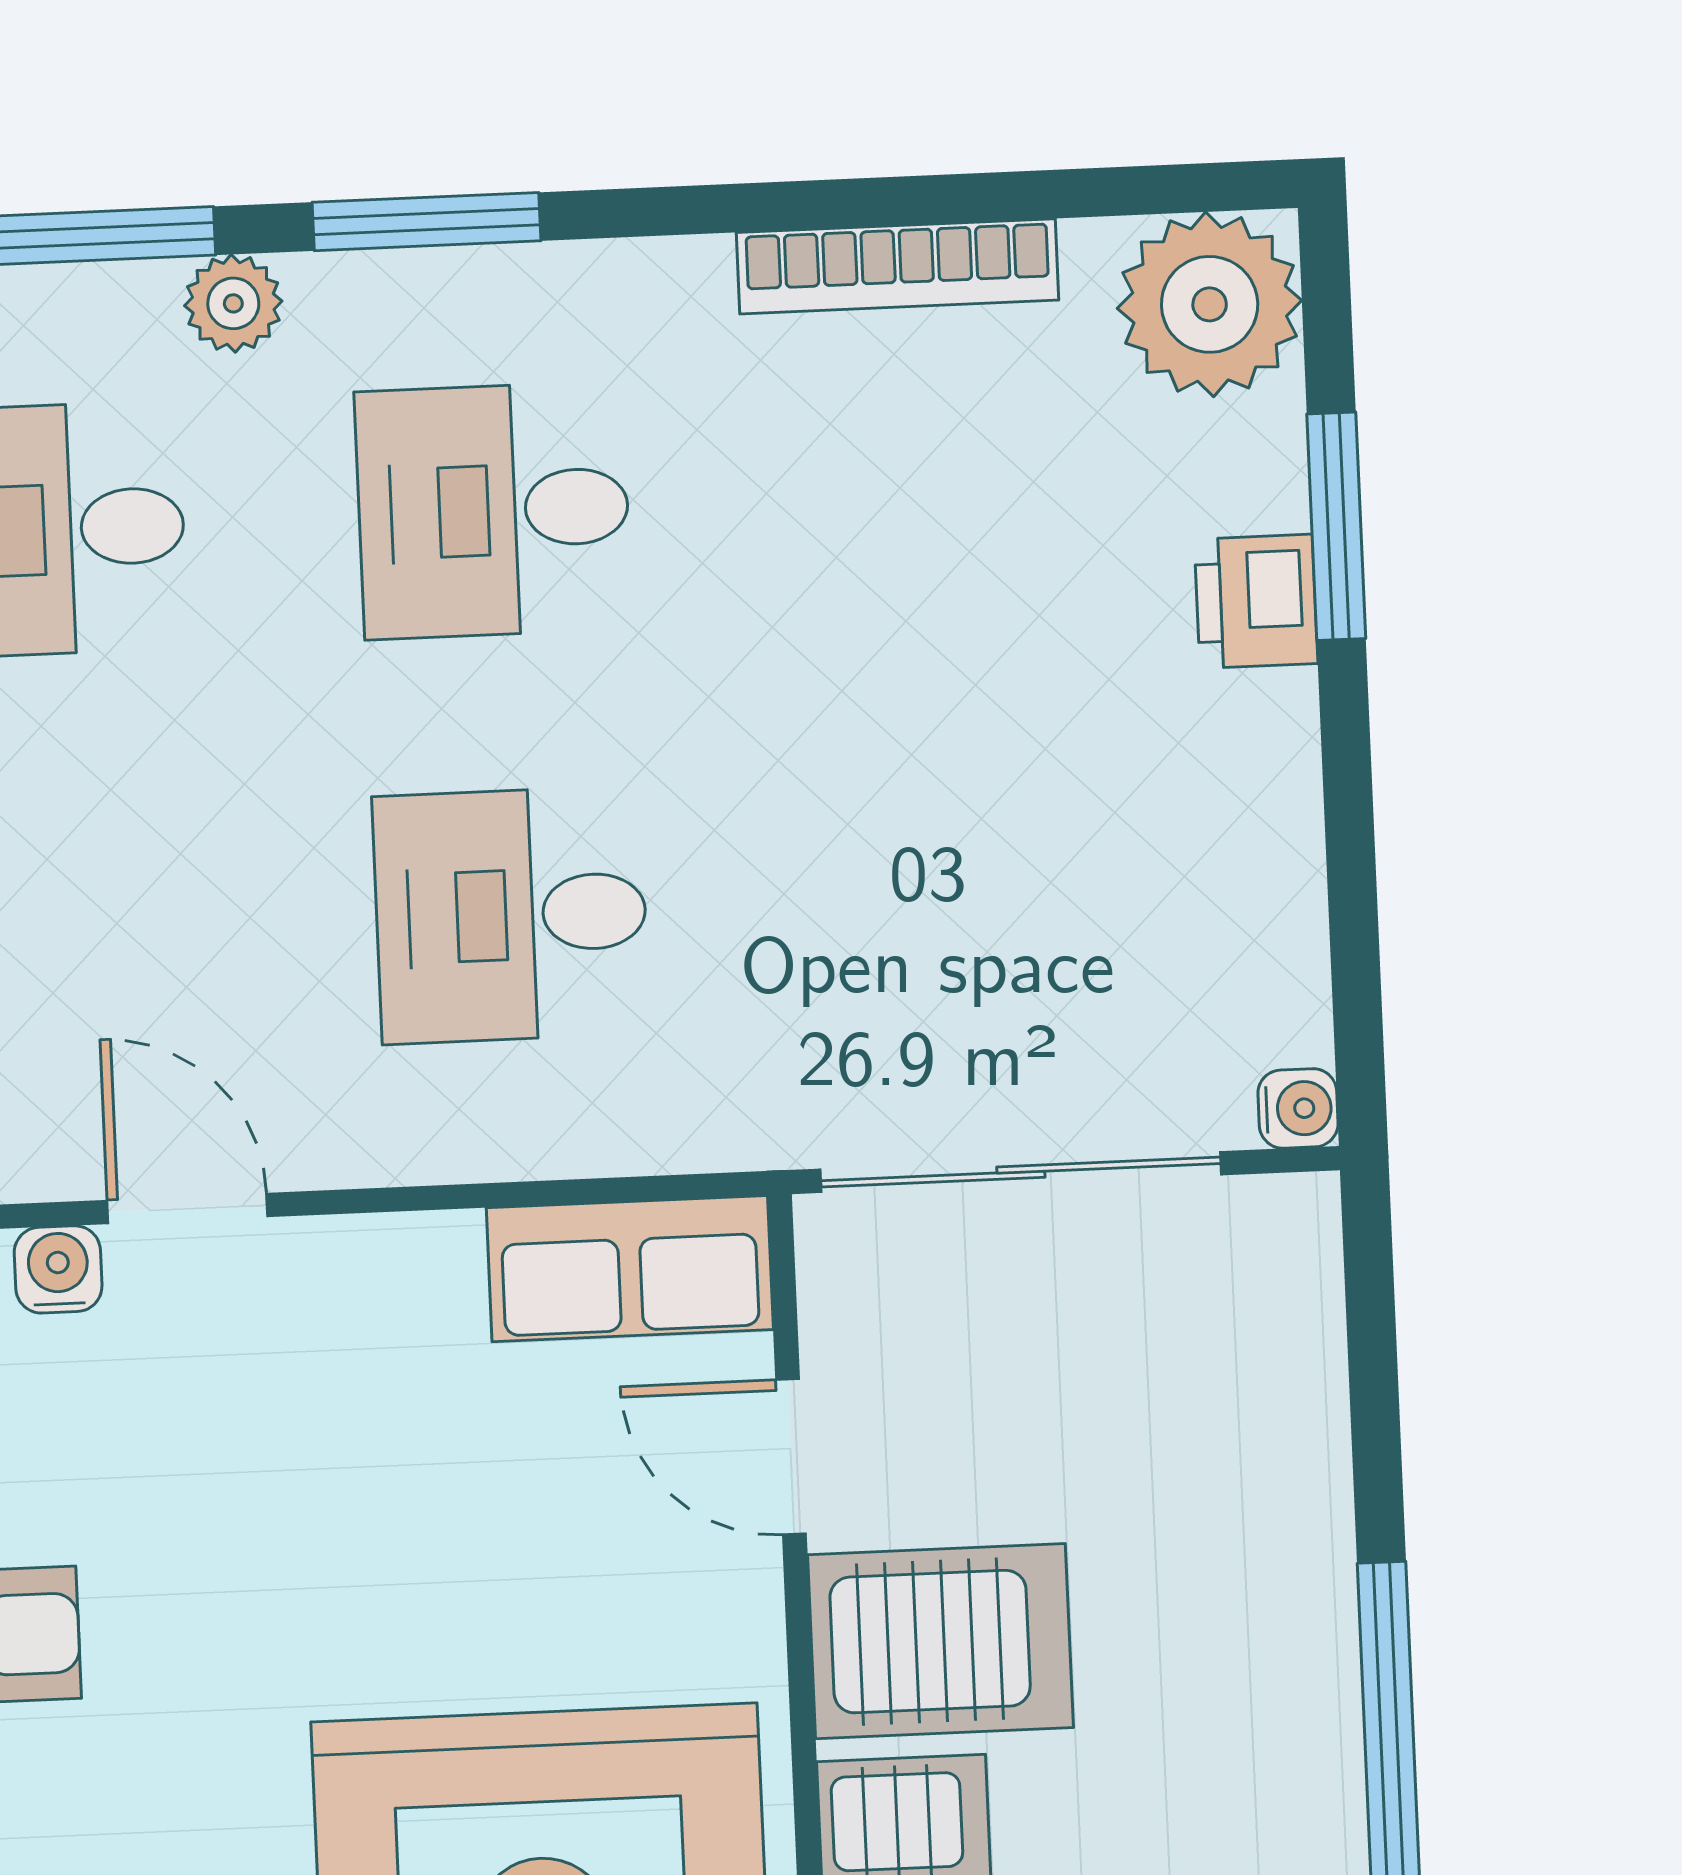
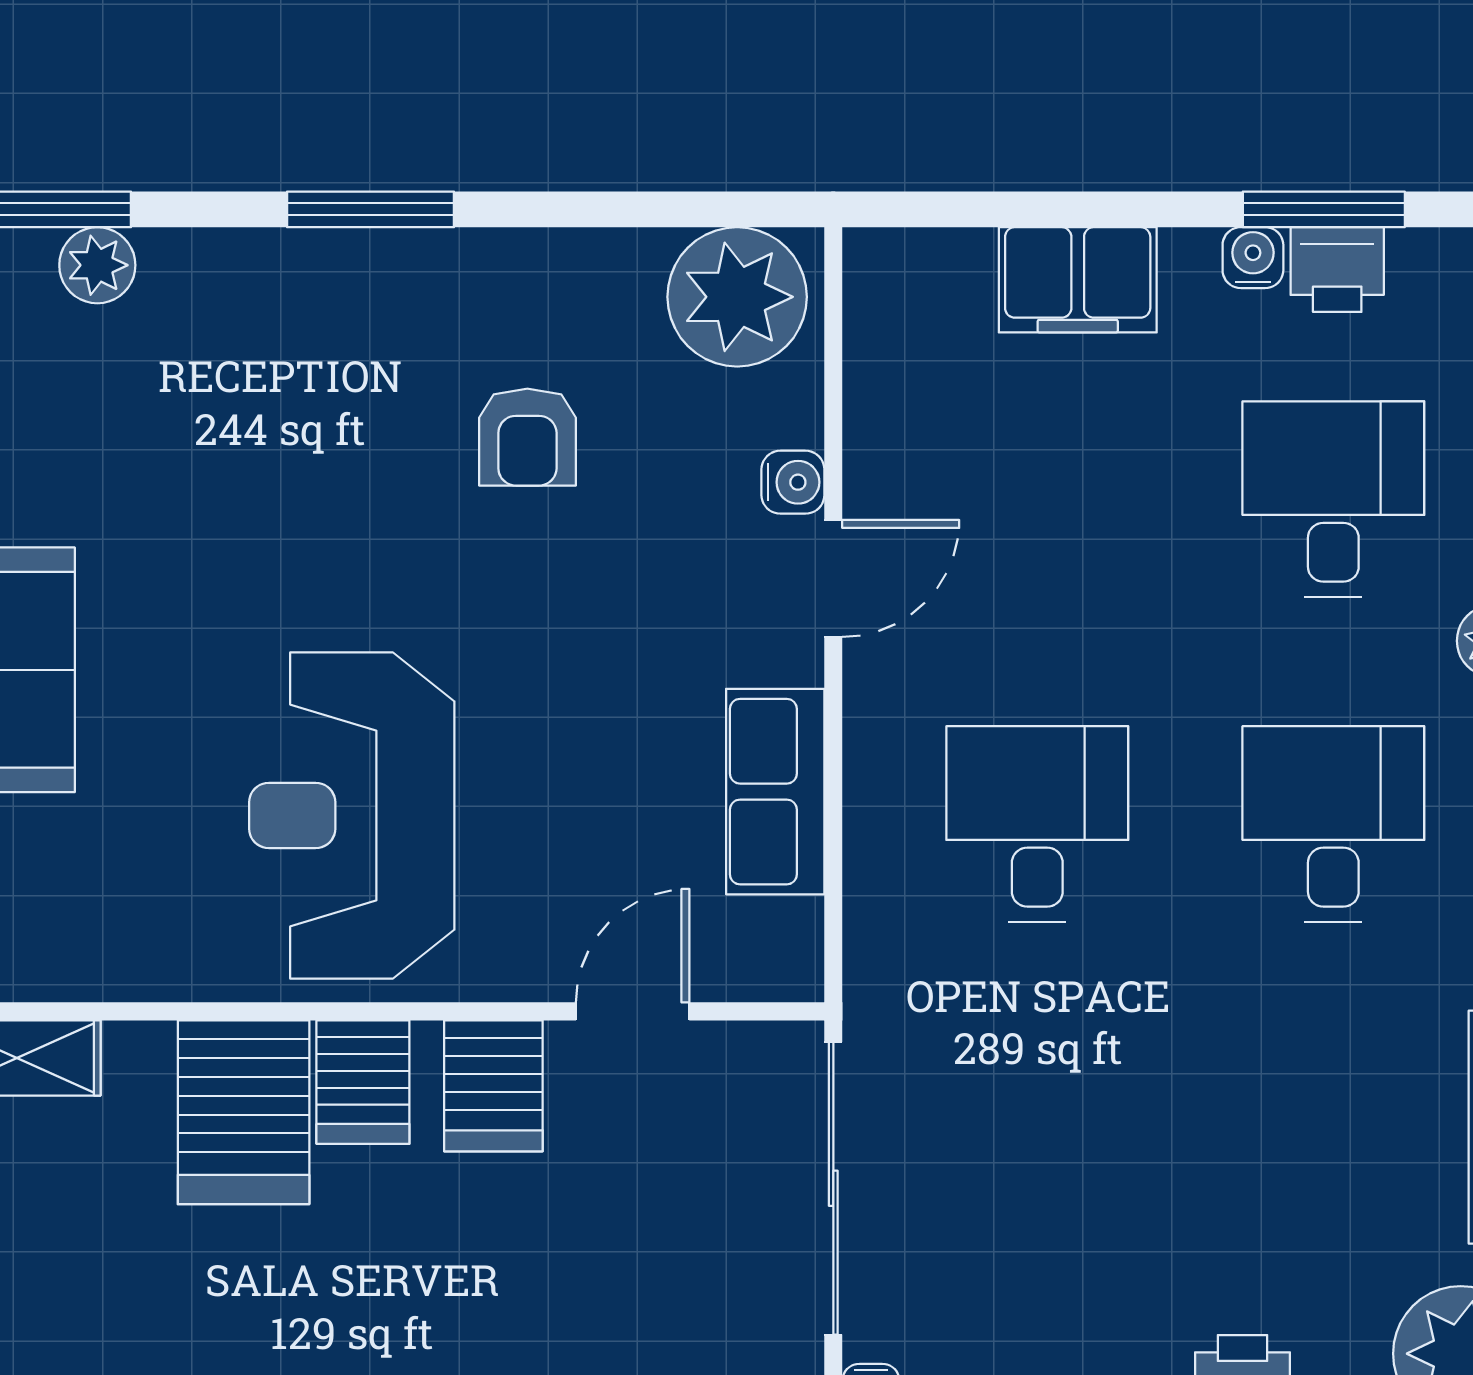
row of seats: (630, 1269) -> (775, 792), moved
server rack: (940, 1641) -> (493, 1086), width x0.73, depth x0.70

